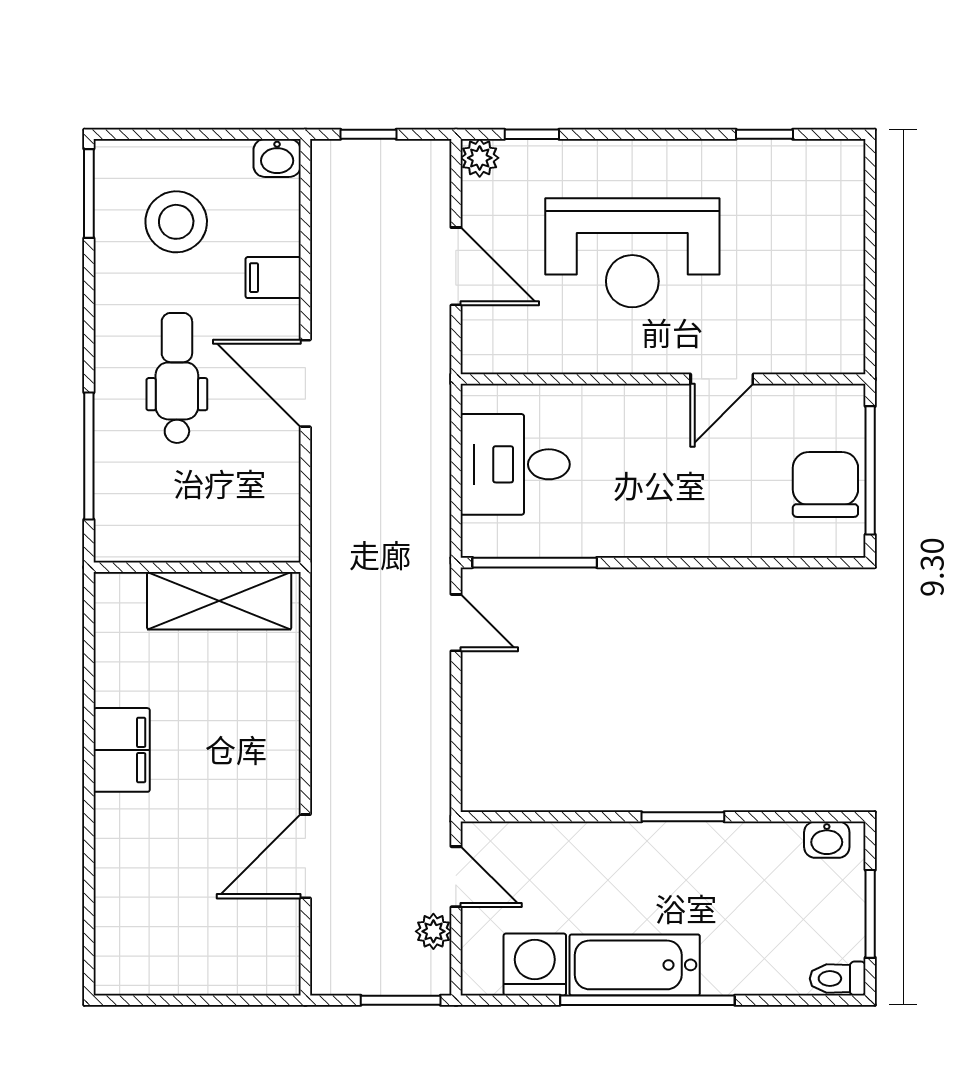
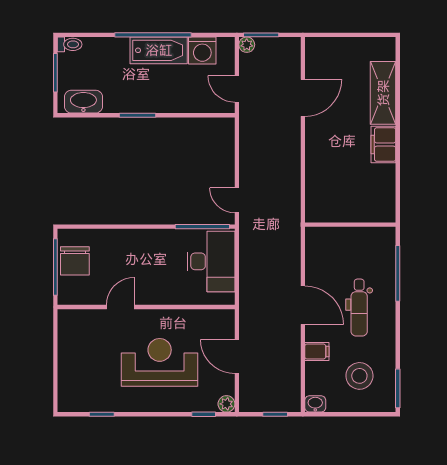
desk: (515, 464) -> (211, 261), width x1.37
shelving: (219, 601) -> (383, 93), moved, turned 90
washbasin: (827, 840) -> (83, 102), width x1.91, depth x1.45
plant: (433, 931) -> (247, 45), moved

